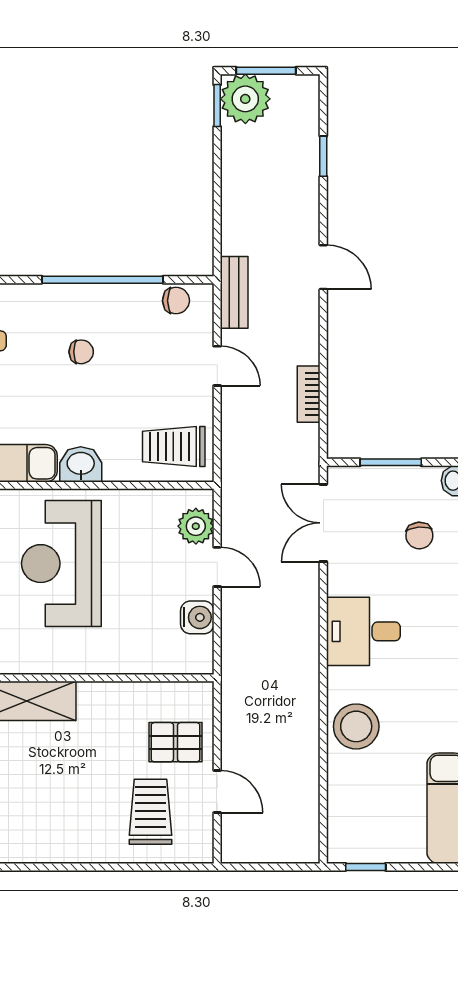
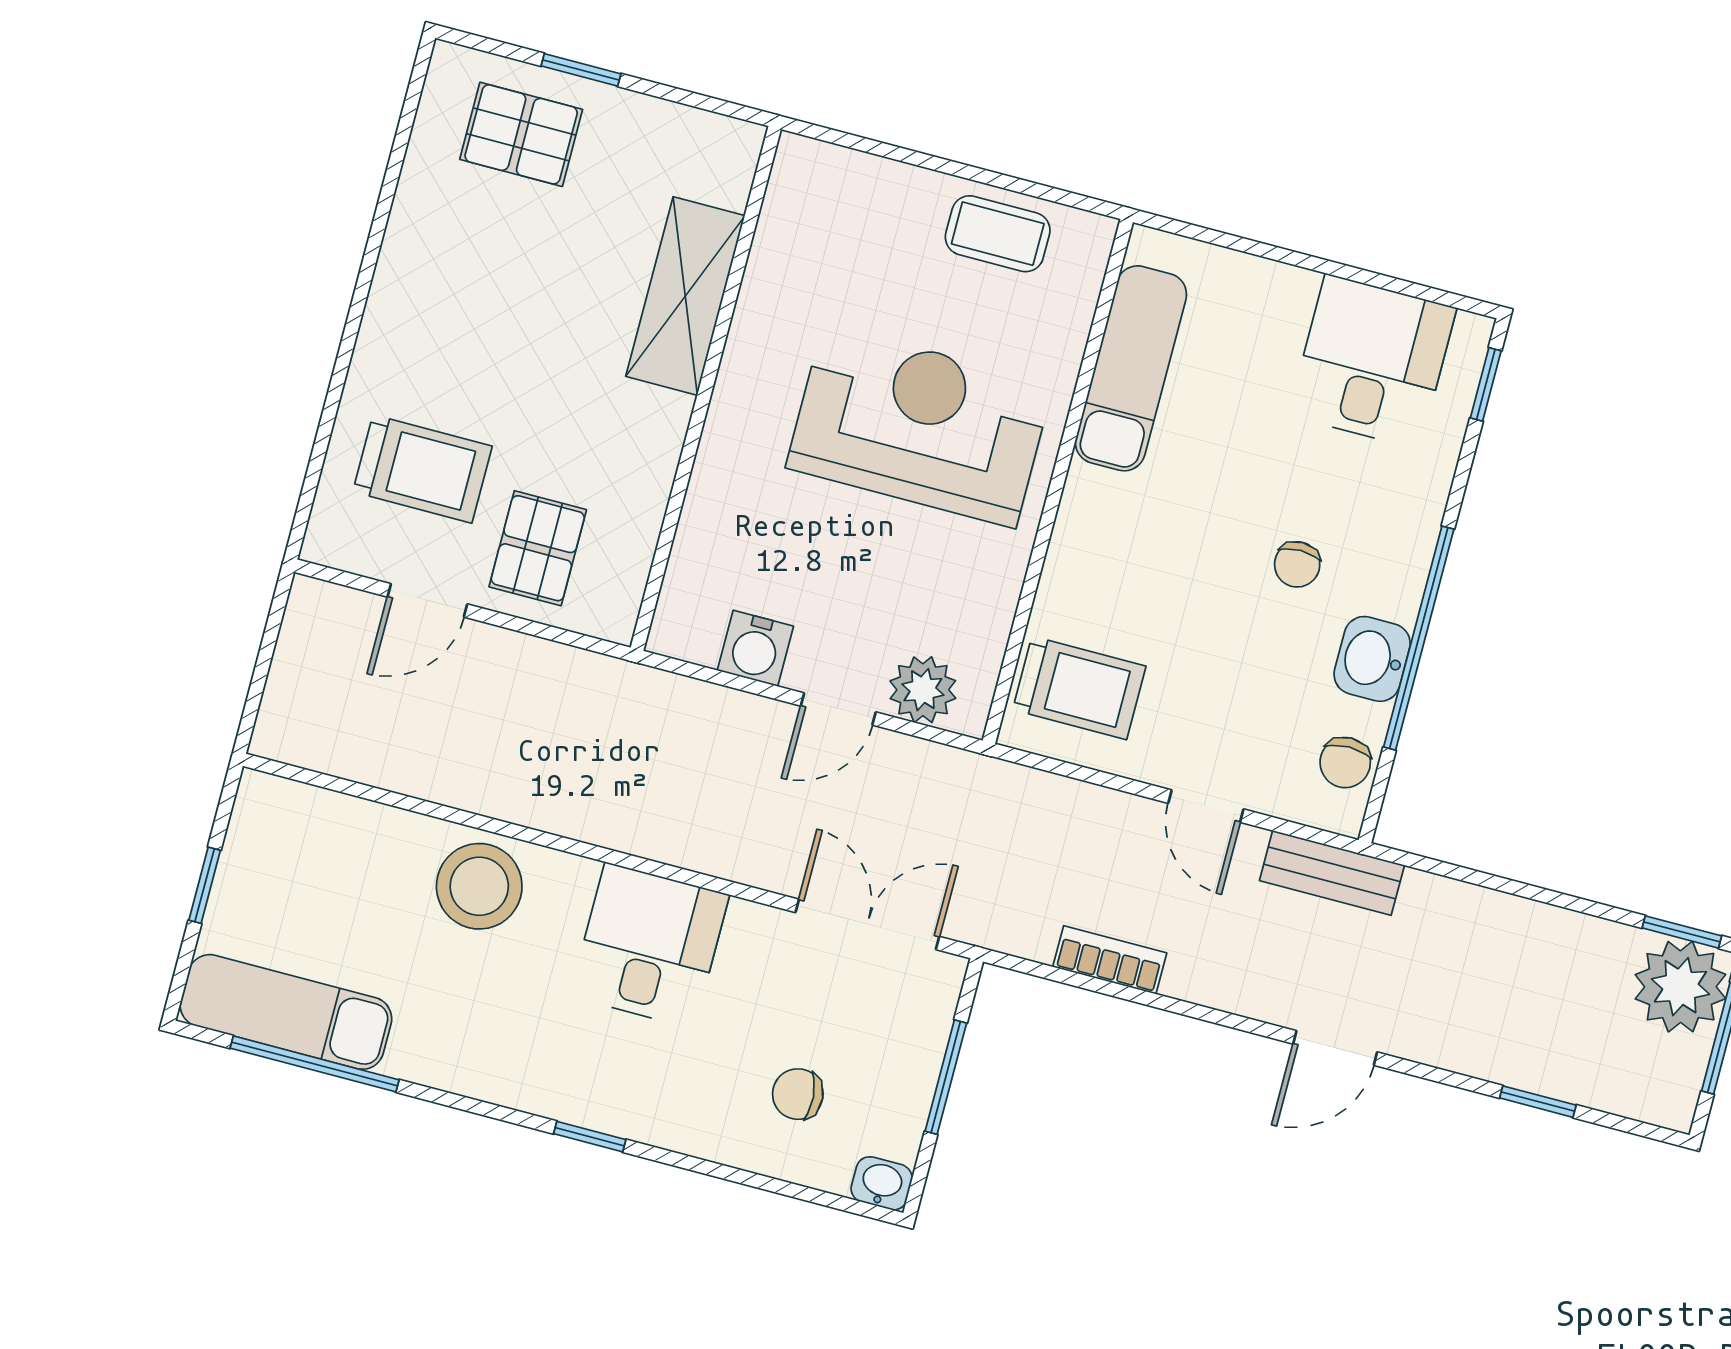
door: (217, 366) -> (1206, 806), hinge flipped
trolley: (174, 447) -> (1079, 688), turned 90
washbasin: (81, 464) -> (1372, 659), moved, turned 180
window: (366, 867) -> (205, 885), moved

